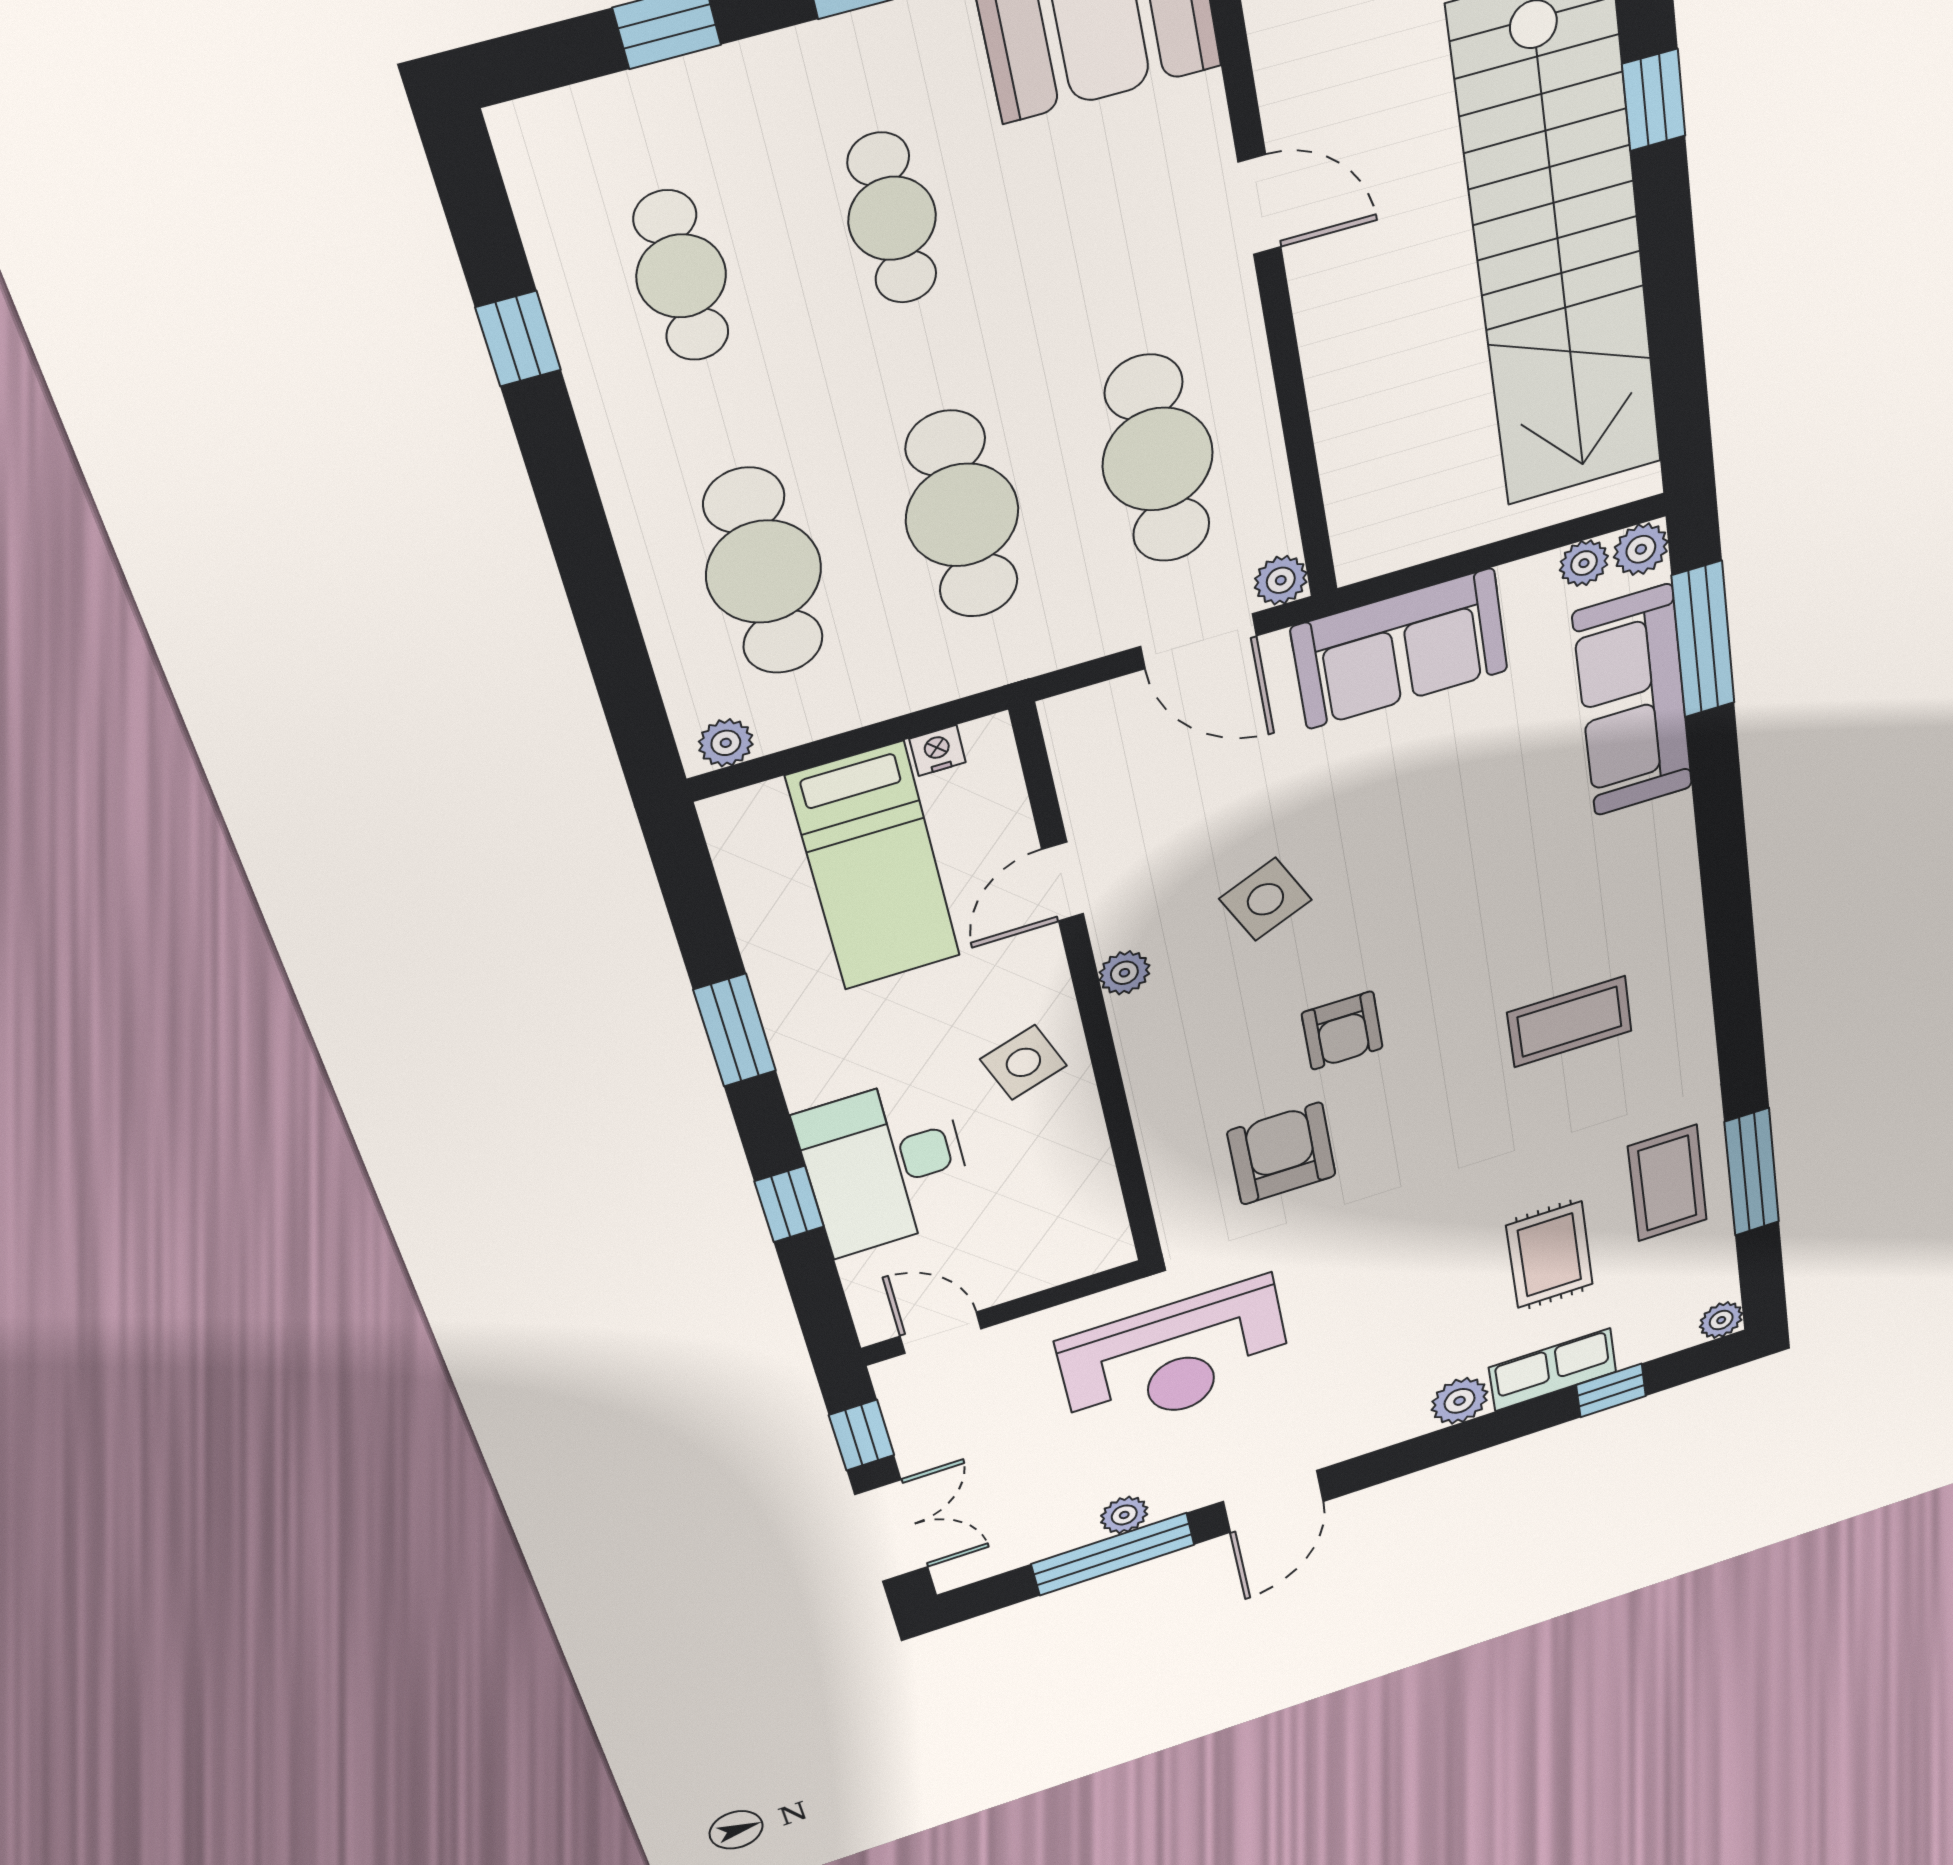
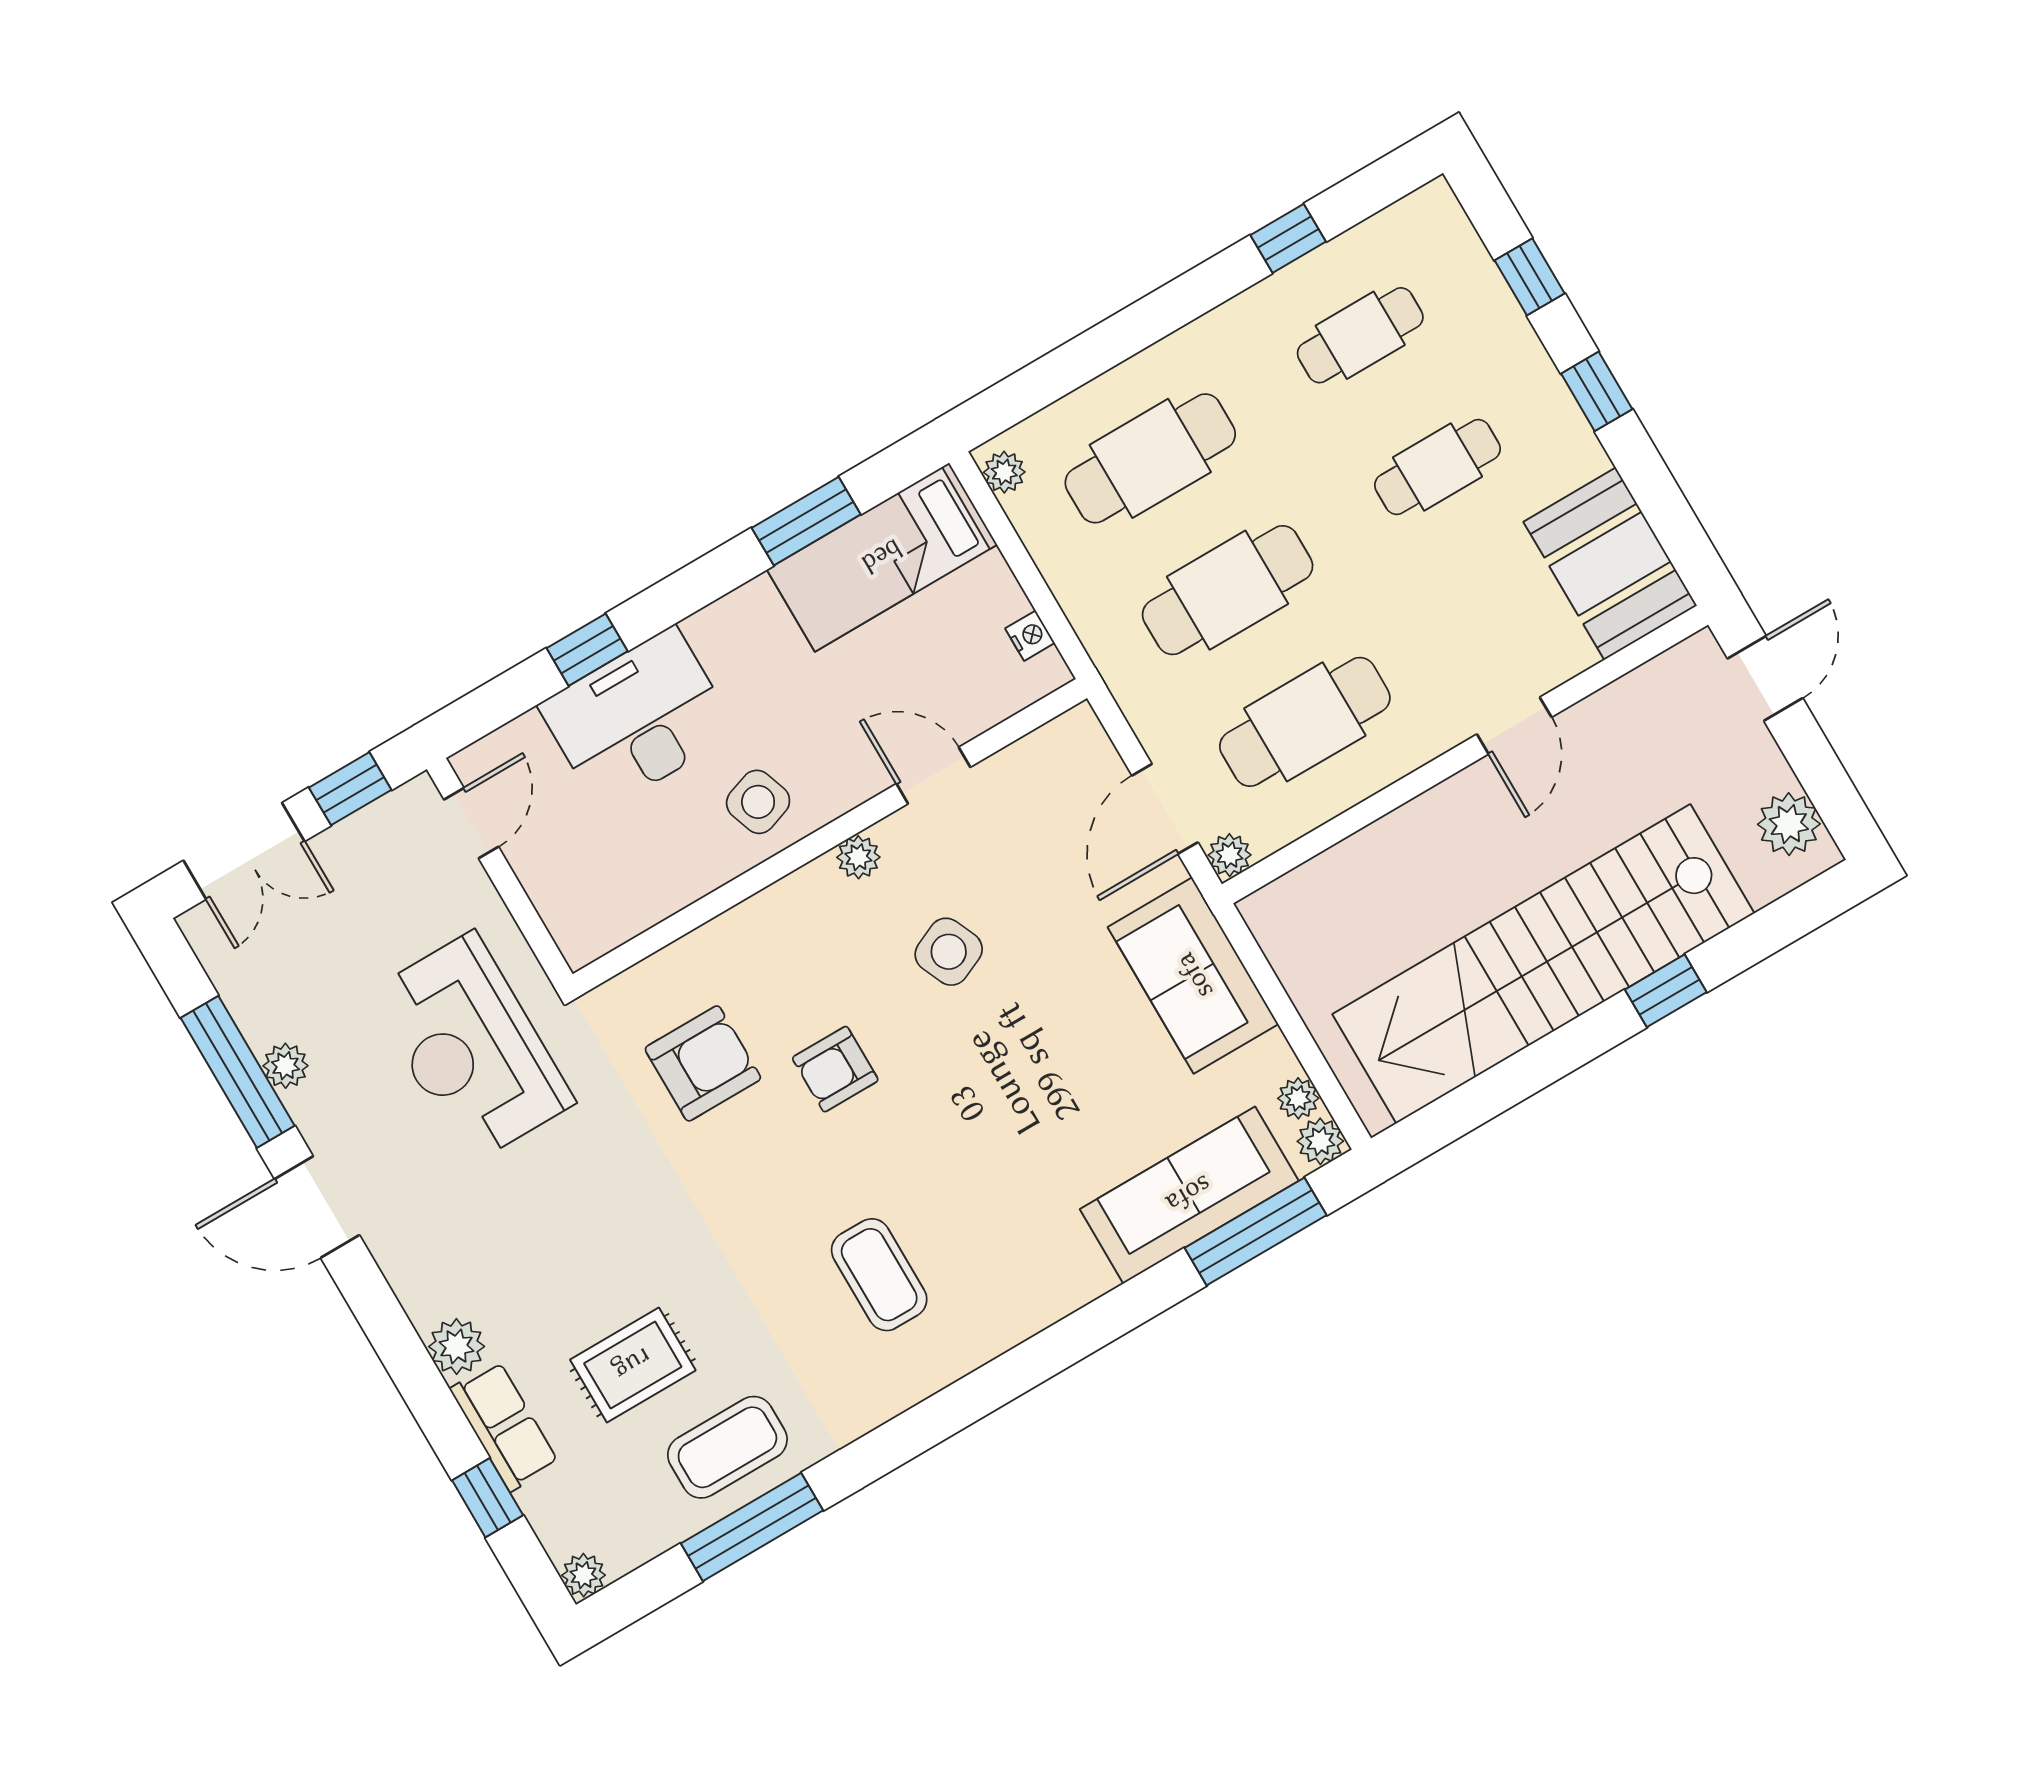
bed: (874, 867) -> (882, 557), moved
window: (735, 1030) -> (806, 521), moved

